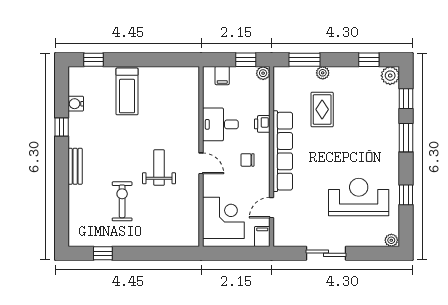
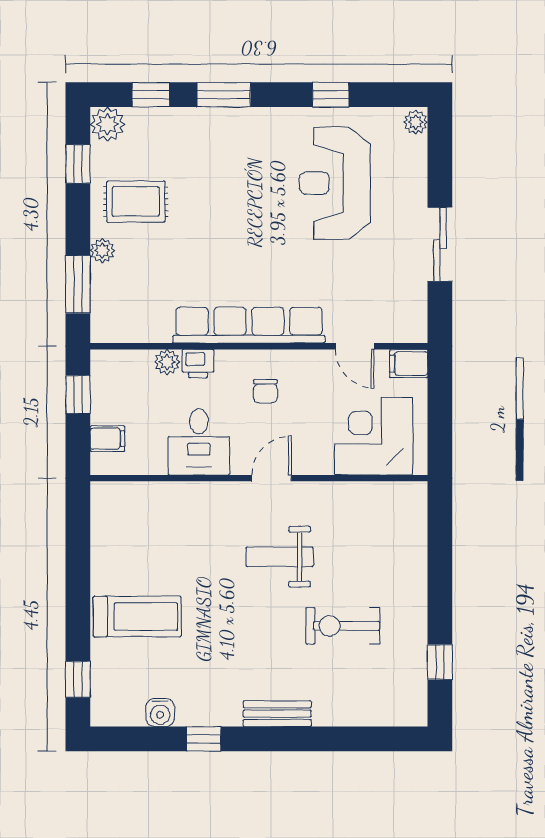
plant: (263, 73) -> (167, 362), moved
rug: (322, 109) -> (136, 202), moved

